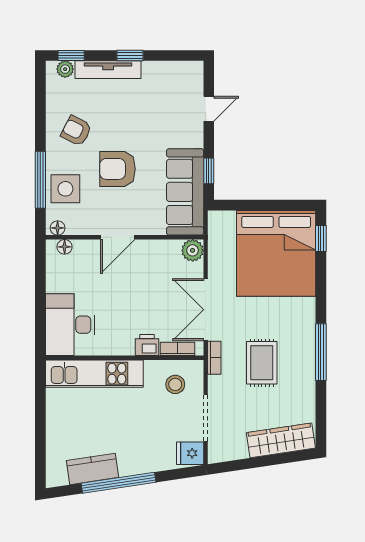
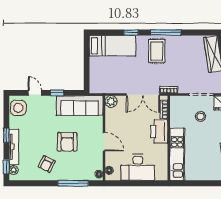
window: (209, 171) -> (57, 93), moved
side table: (65, 189) -> (18, 108), moved
window: (321, 238) -> (131, 33), moved
bed: (276, 253) -> (113, 46), width x0.49
desk: (70, 325) -> (138, 167), moved
printer: (147, 345) -> (159, 131), width x1.87, depth x1.48
rug: (262, 363) -> (157, 51), moved, turned 90
stool: (175, 384) -> (200, 116), moved

